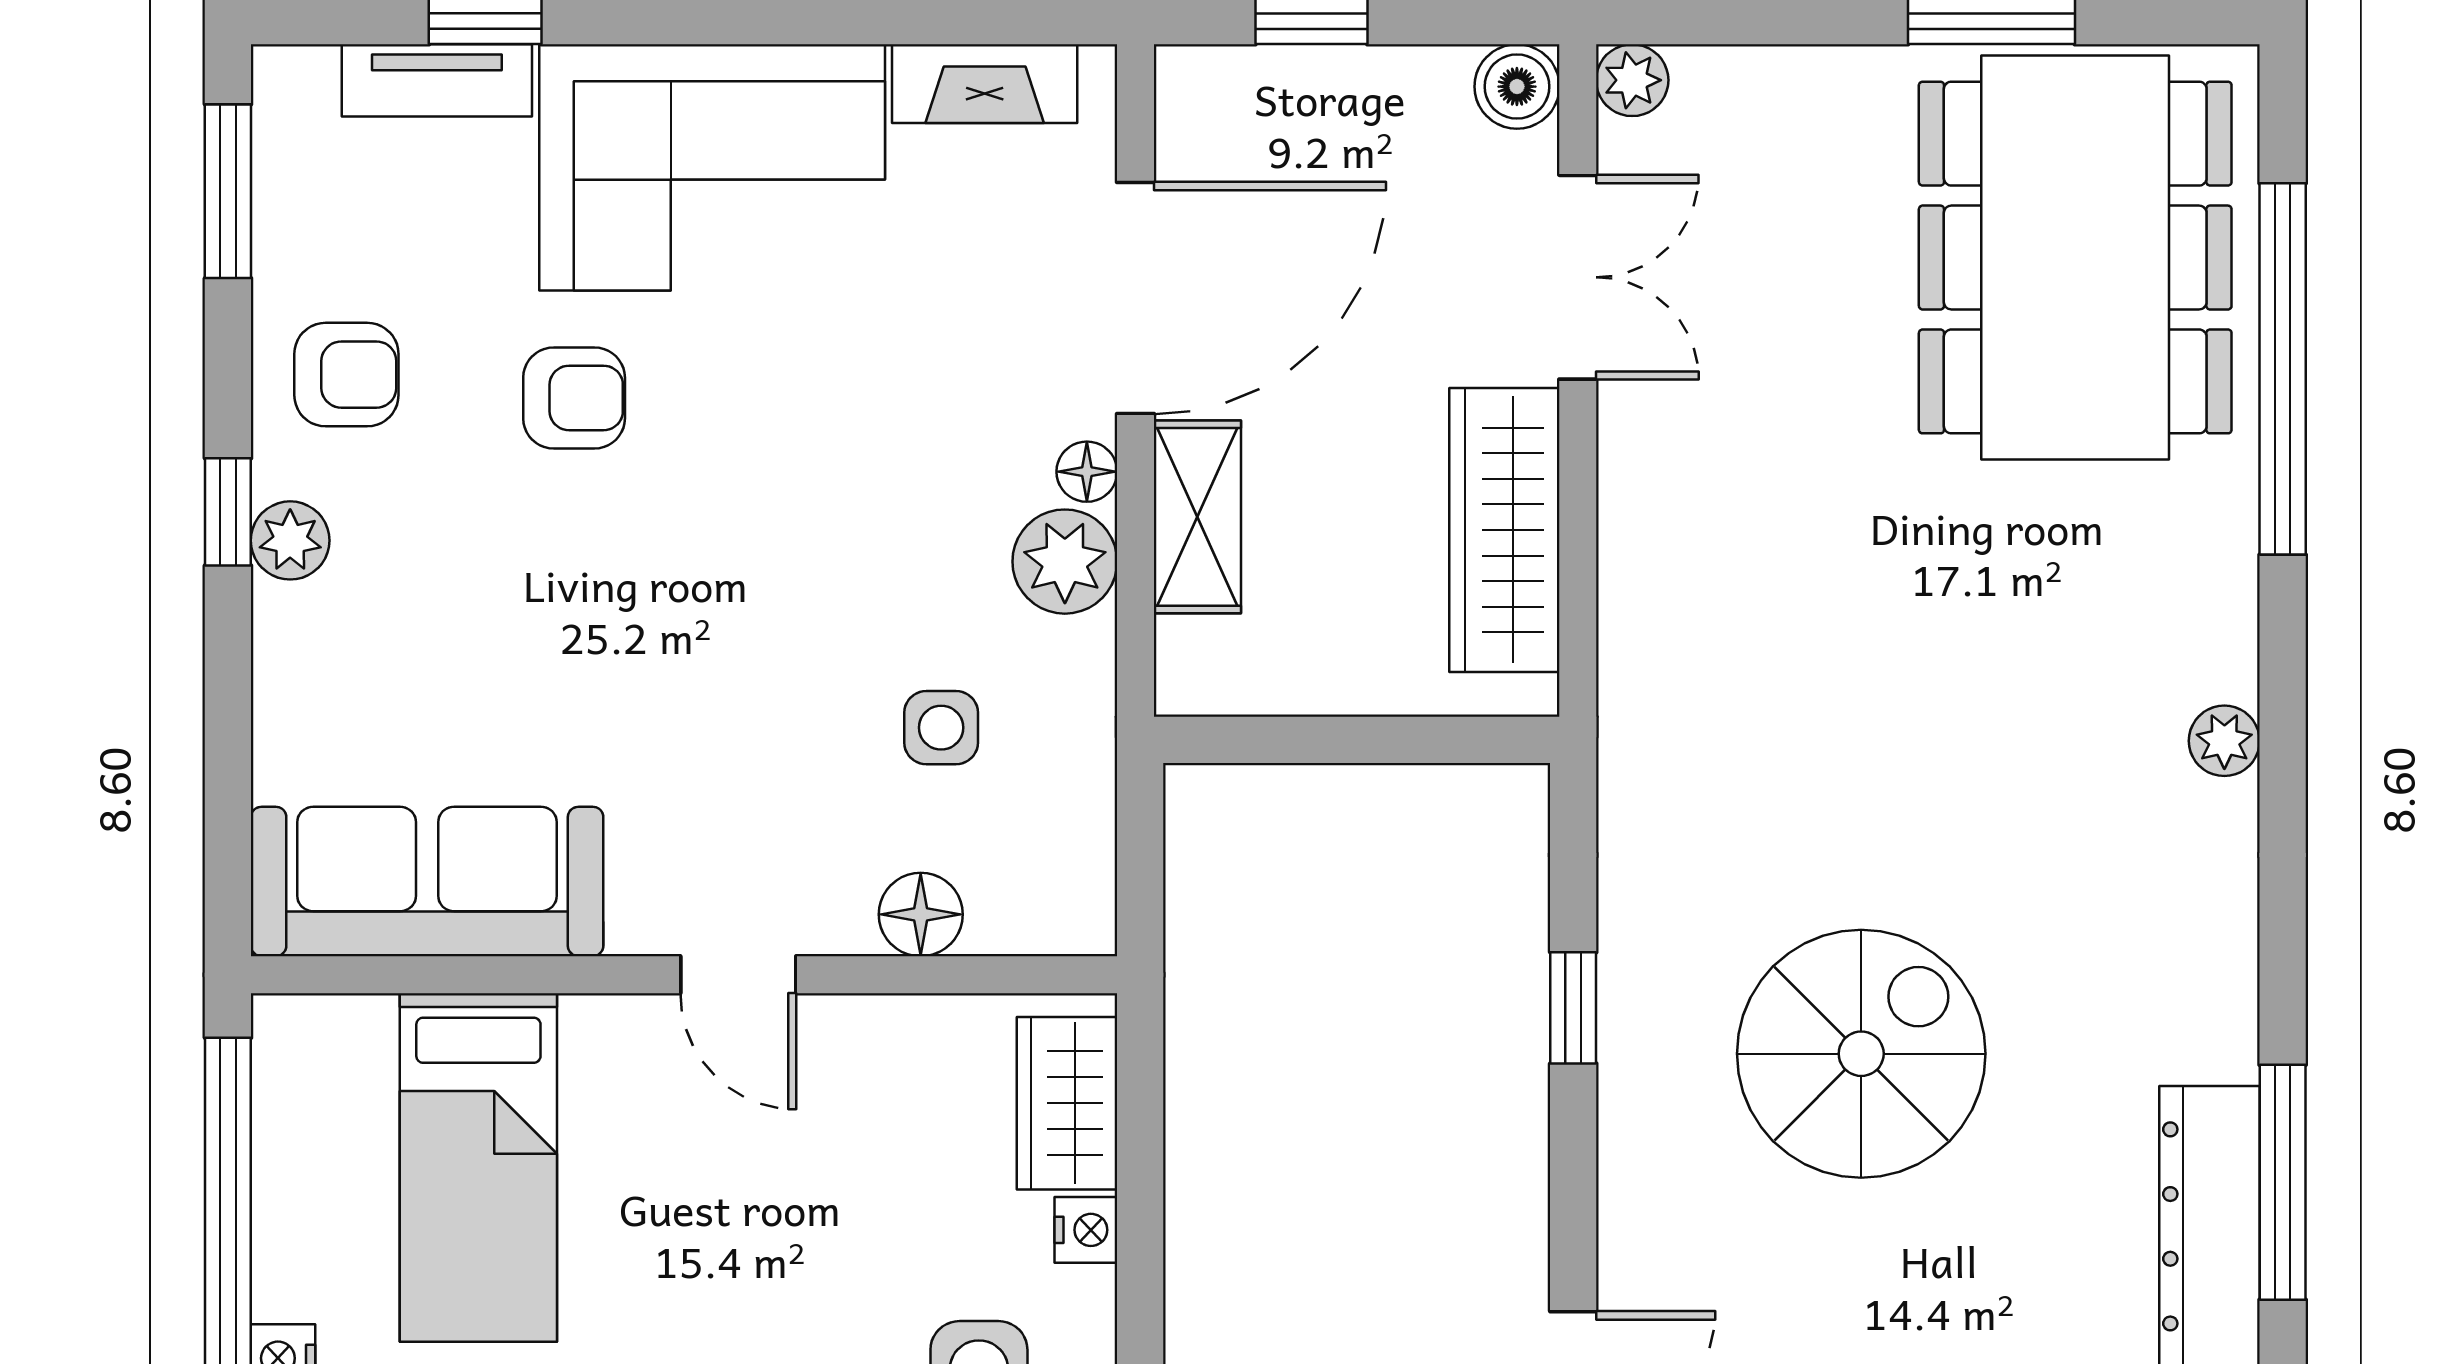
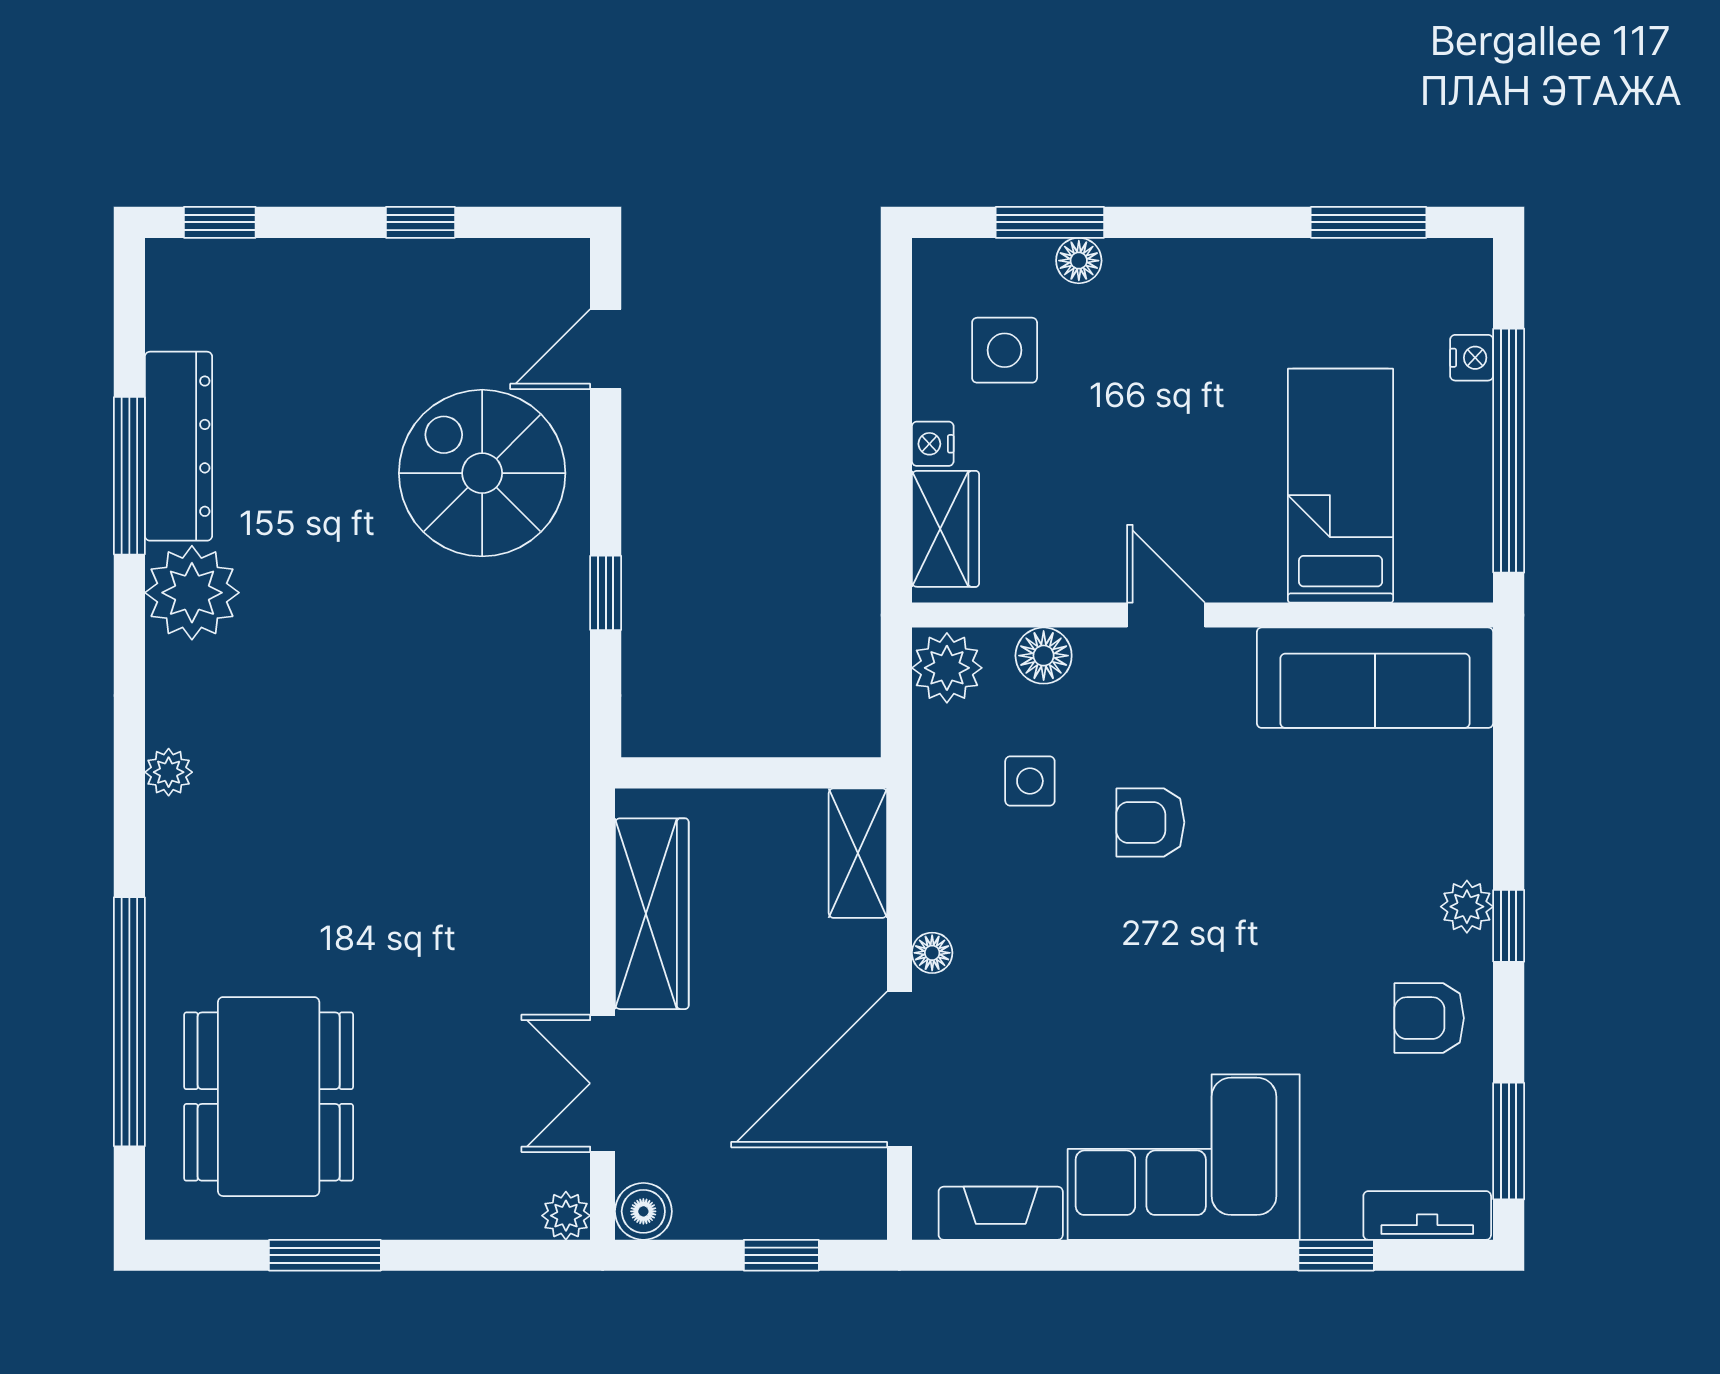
tv unit: (437, 80) -> (1427, 1215), moved
dining table: (2075, 258) -> (269, 1097), width x0.73, depth x0.80
armchair: (574, 398) -> (1150, 822), moved
shelving: (1197, 517) -> (858, 853), moved
plant: (1065, 562) -> (947, 668), moved
plant: (2189, 1008) -> (192, 593), added
spiral stairs: (1861, 1054) -> (482, 473), moved, turned 90

